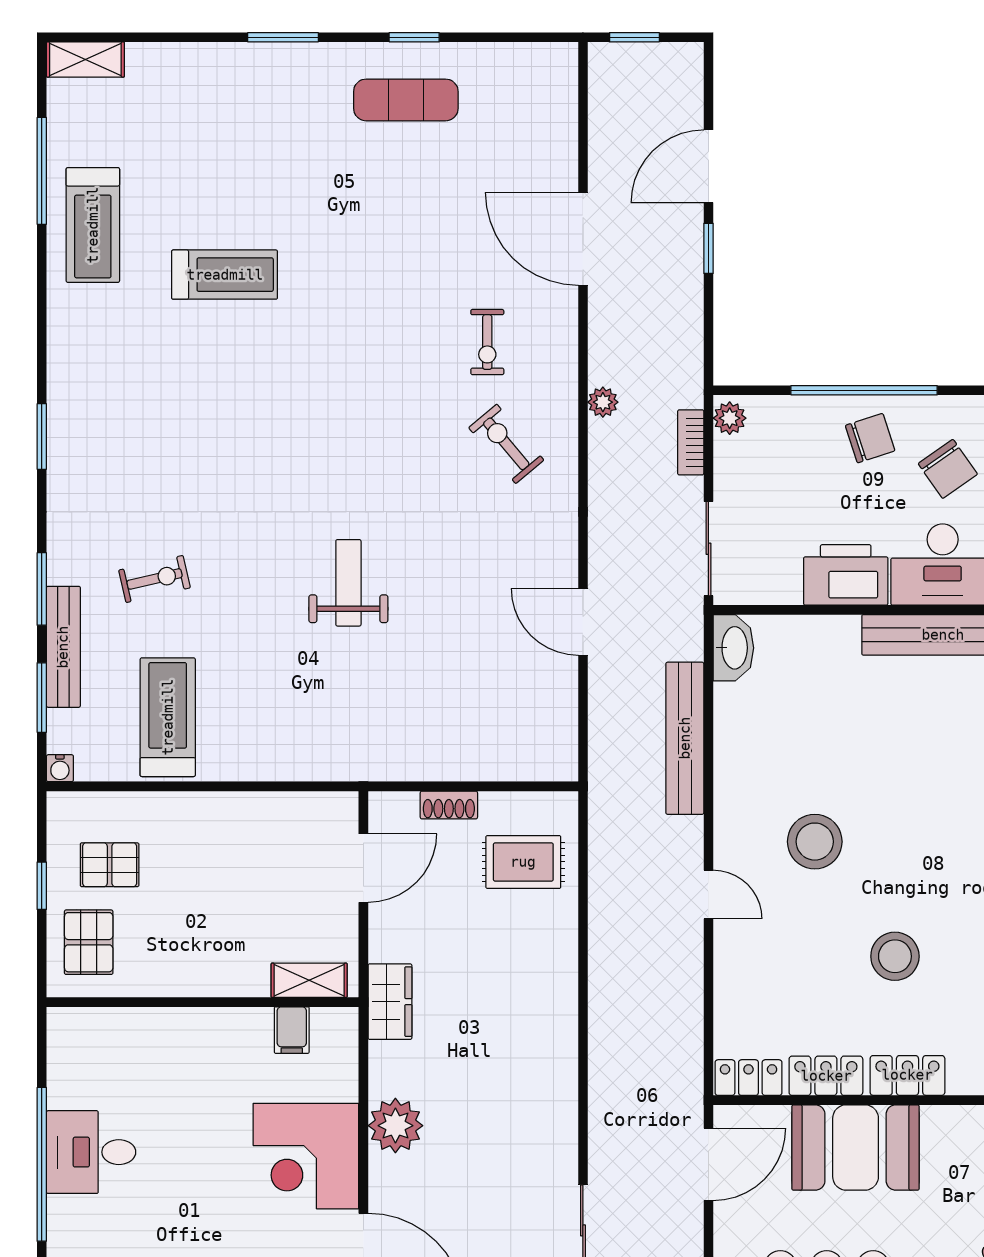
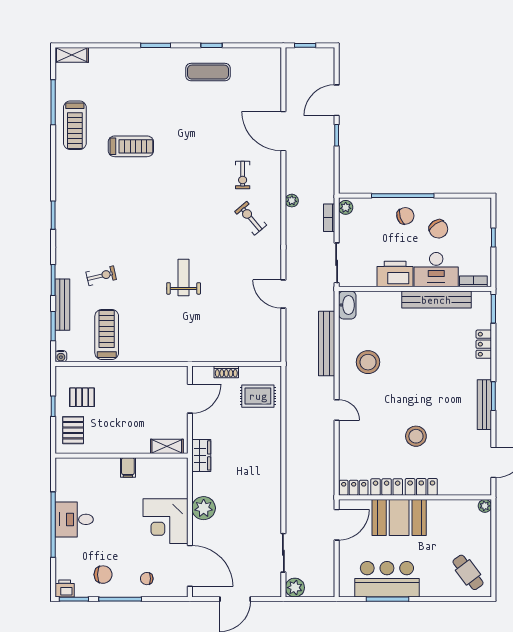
stool: (815, 842) -> (368, 362), moved
filing cabinet: (292, 1030) -> (128, 468), moved

